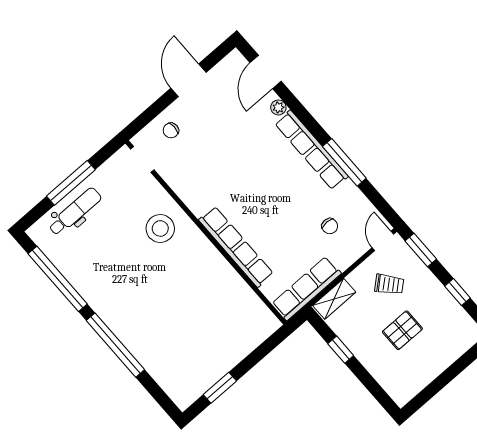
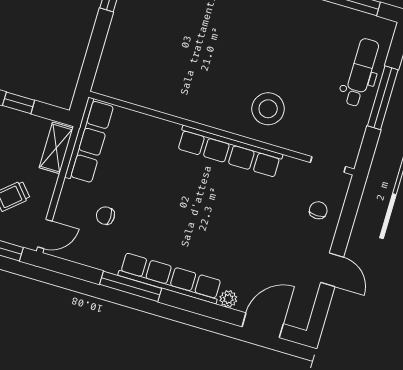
door: (266, 72) -> (263, 325), hinge flipped
door: (188, 80) -> (332, 270), width x0.73
dental chair: (75, 212) -> (361, 72), turned 180
door: (383, 241) -> (45, 234), hinge flipped
row of seats: (236, 247) -> (230, 151), moved

